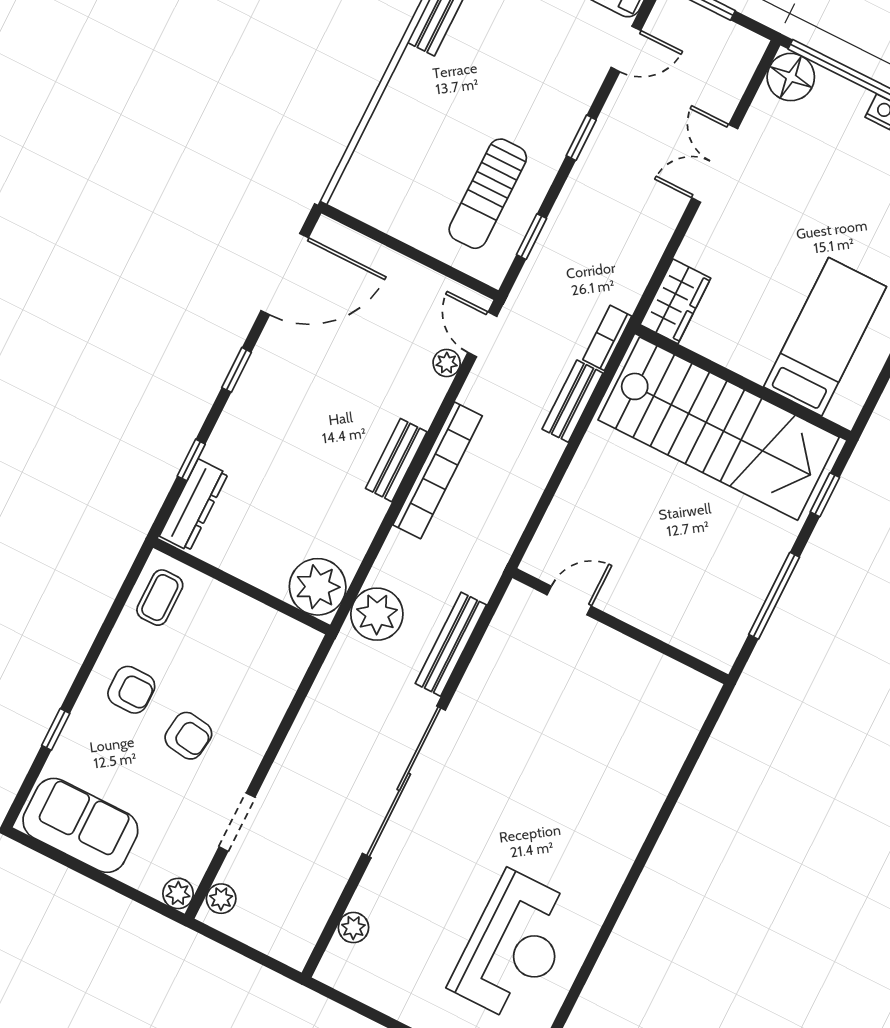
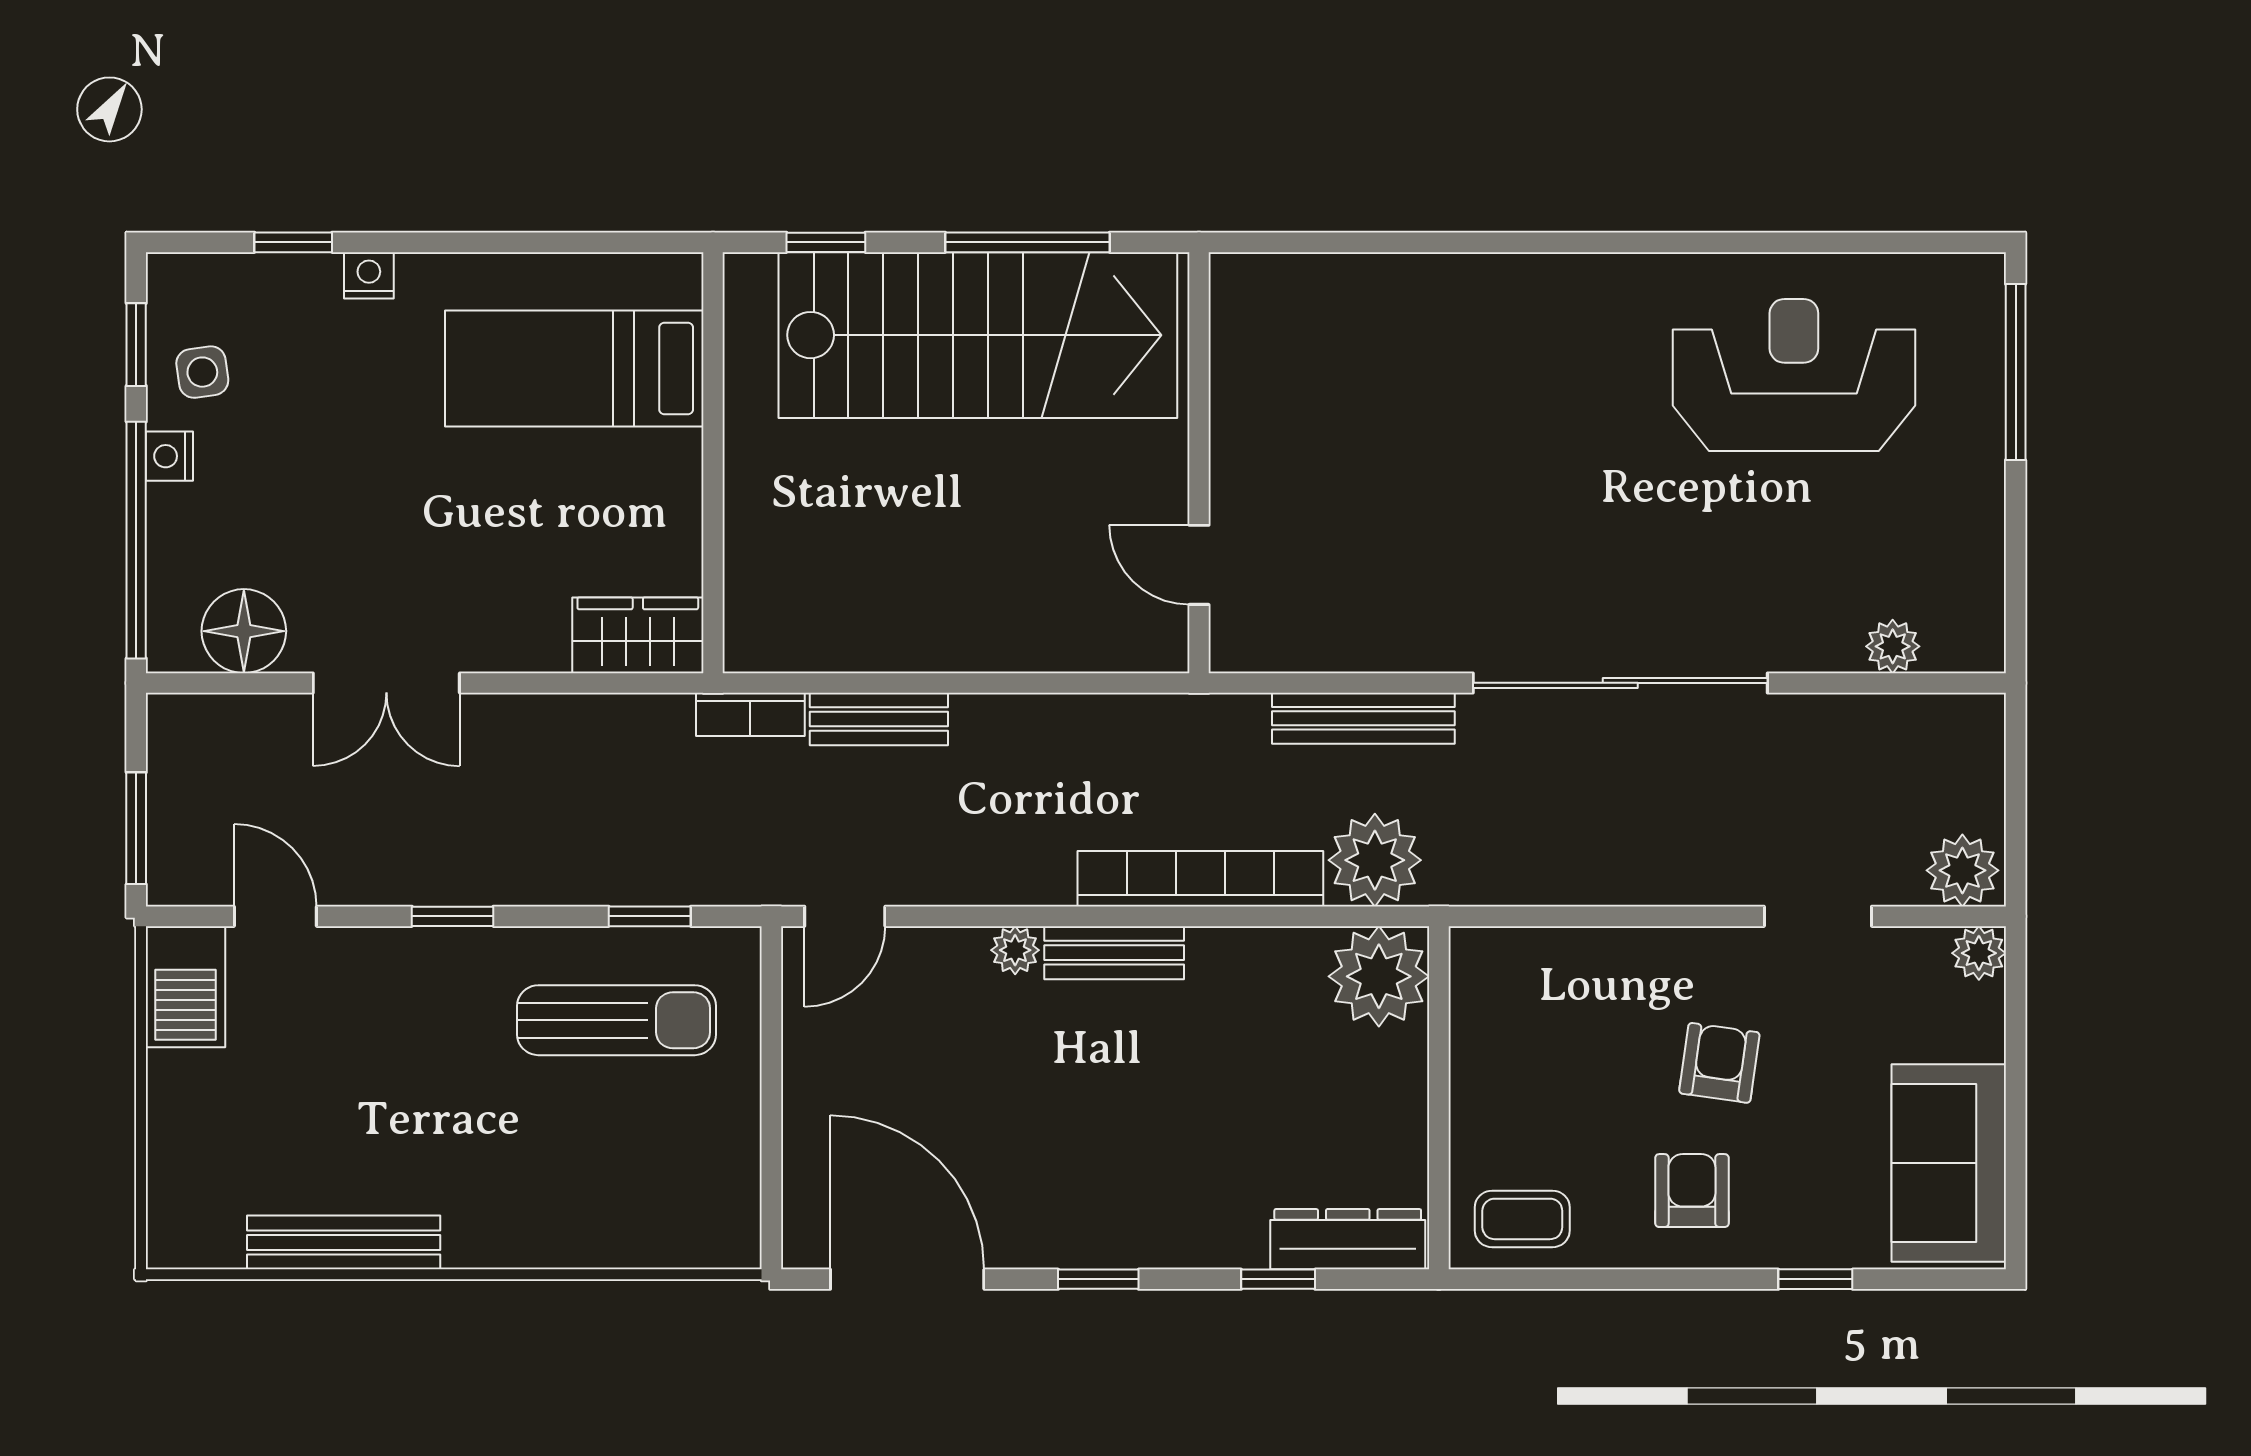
floor lamp: (791, 77) -> (244, 631), moved
plant: (447, 363) -> (1015, 950), moved
stairs: (719, 429) -> (978, 335), moved, turned 90
bookcase: (438, 470) -> (1200, 879), moved
plant: (221, 899) -> (1962, 870), width x1.38, depth x1.38

